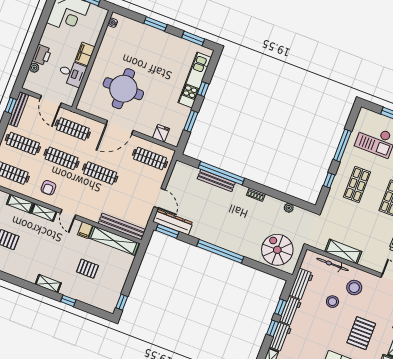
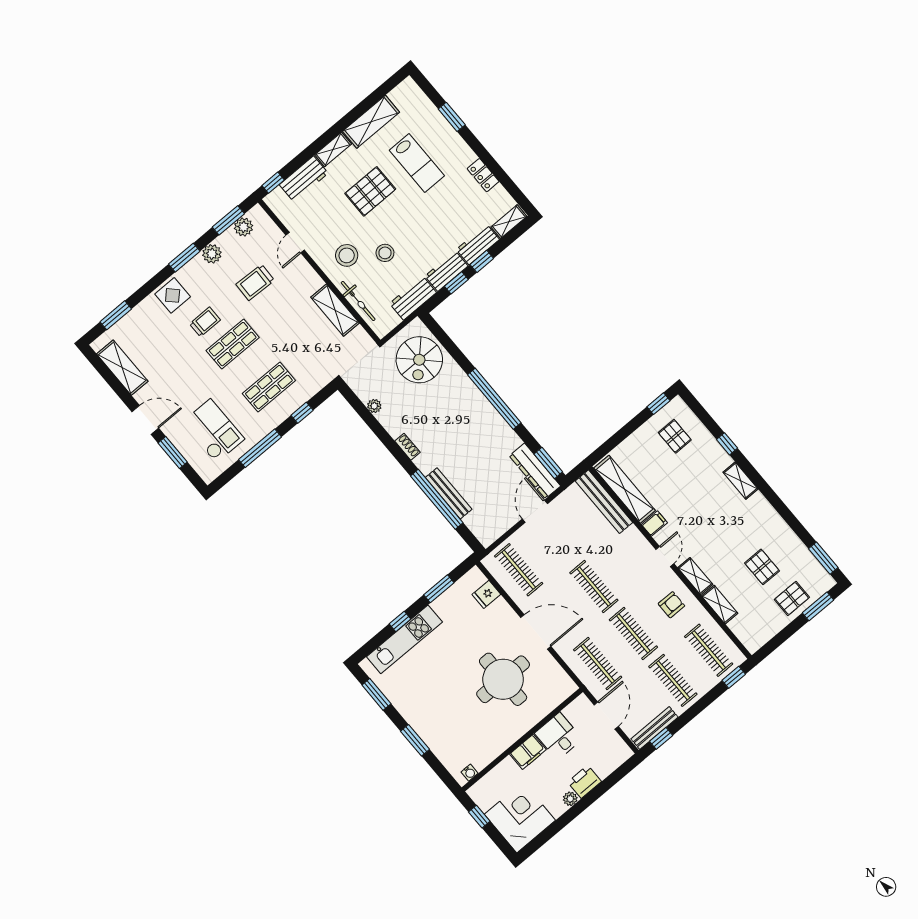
plant: (34, 68) -> (570, 799), moved
pallet: (87, 269) -> (675, 436), moved

